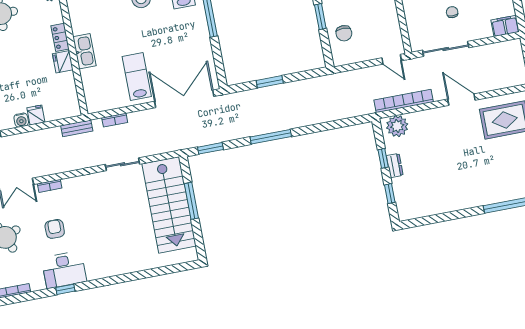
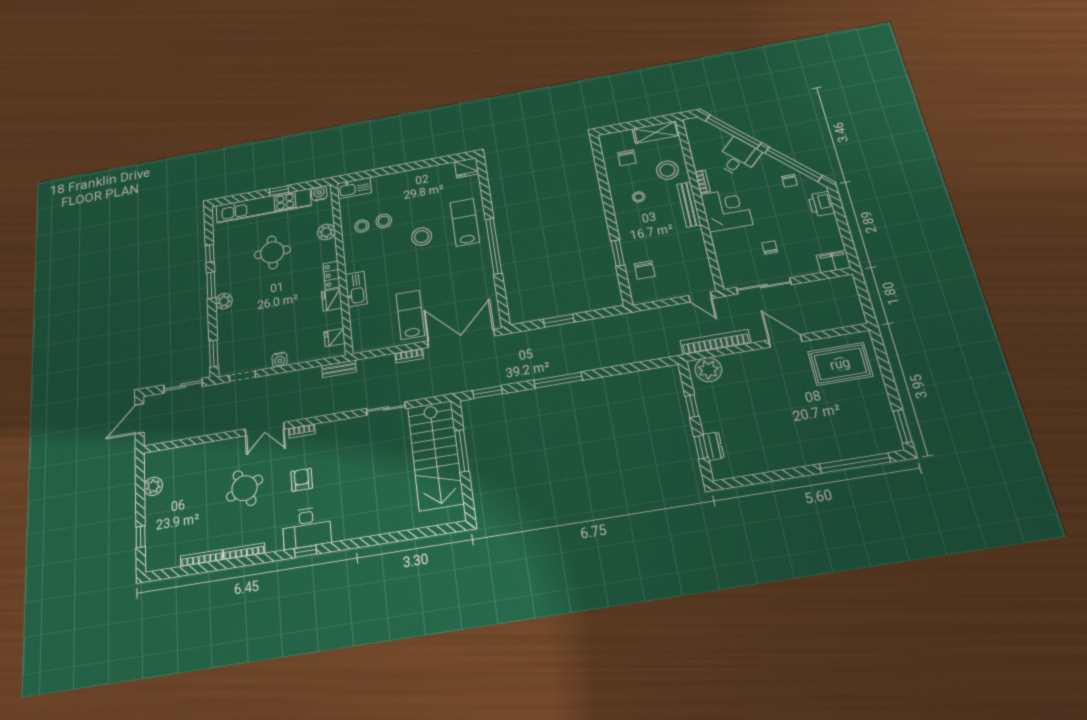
fridge: (36, 115) -> (335, 337), moved, turned -90
bookcase: (115, 120) -> (409, 356), moved
dresser: (395, 166) -> (713, 446), moved

